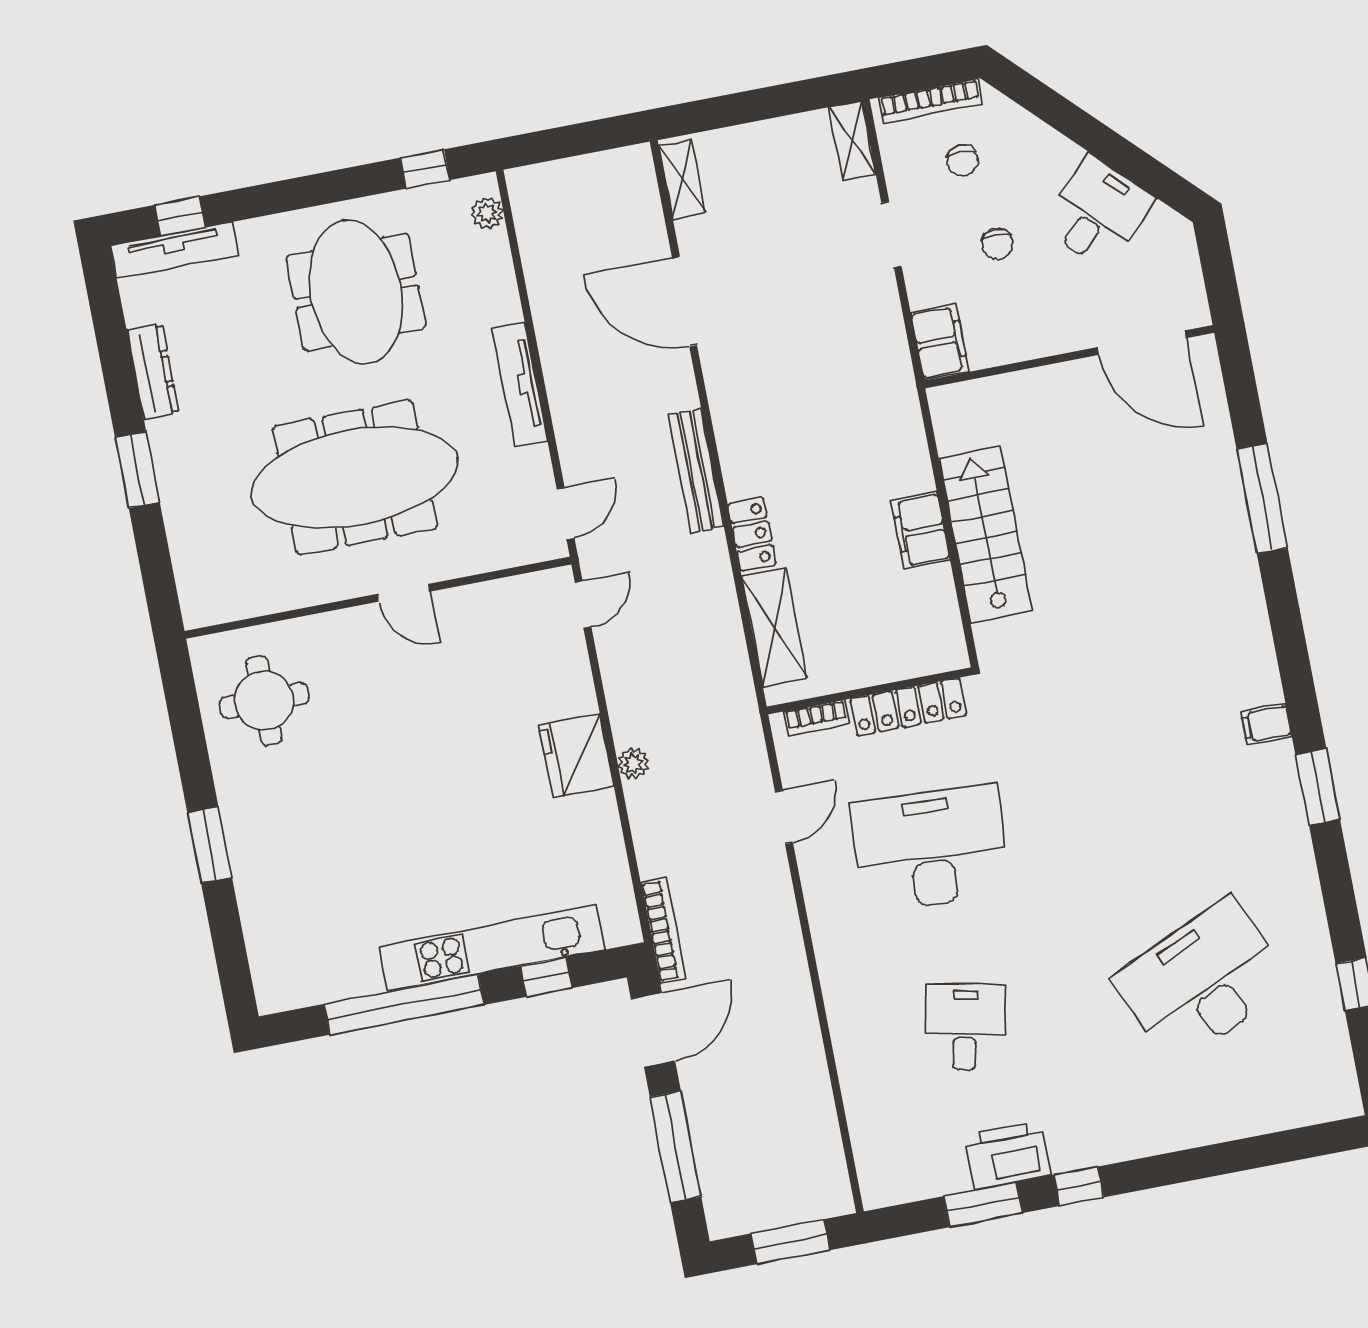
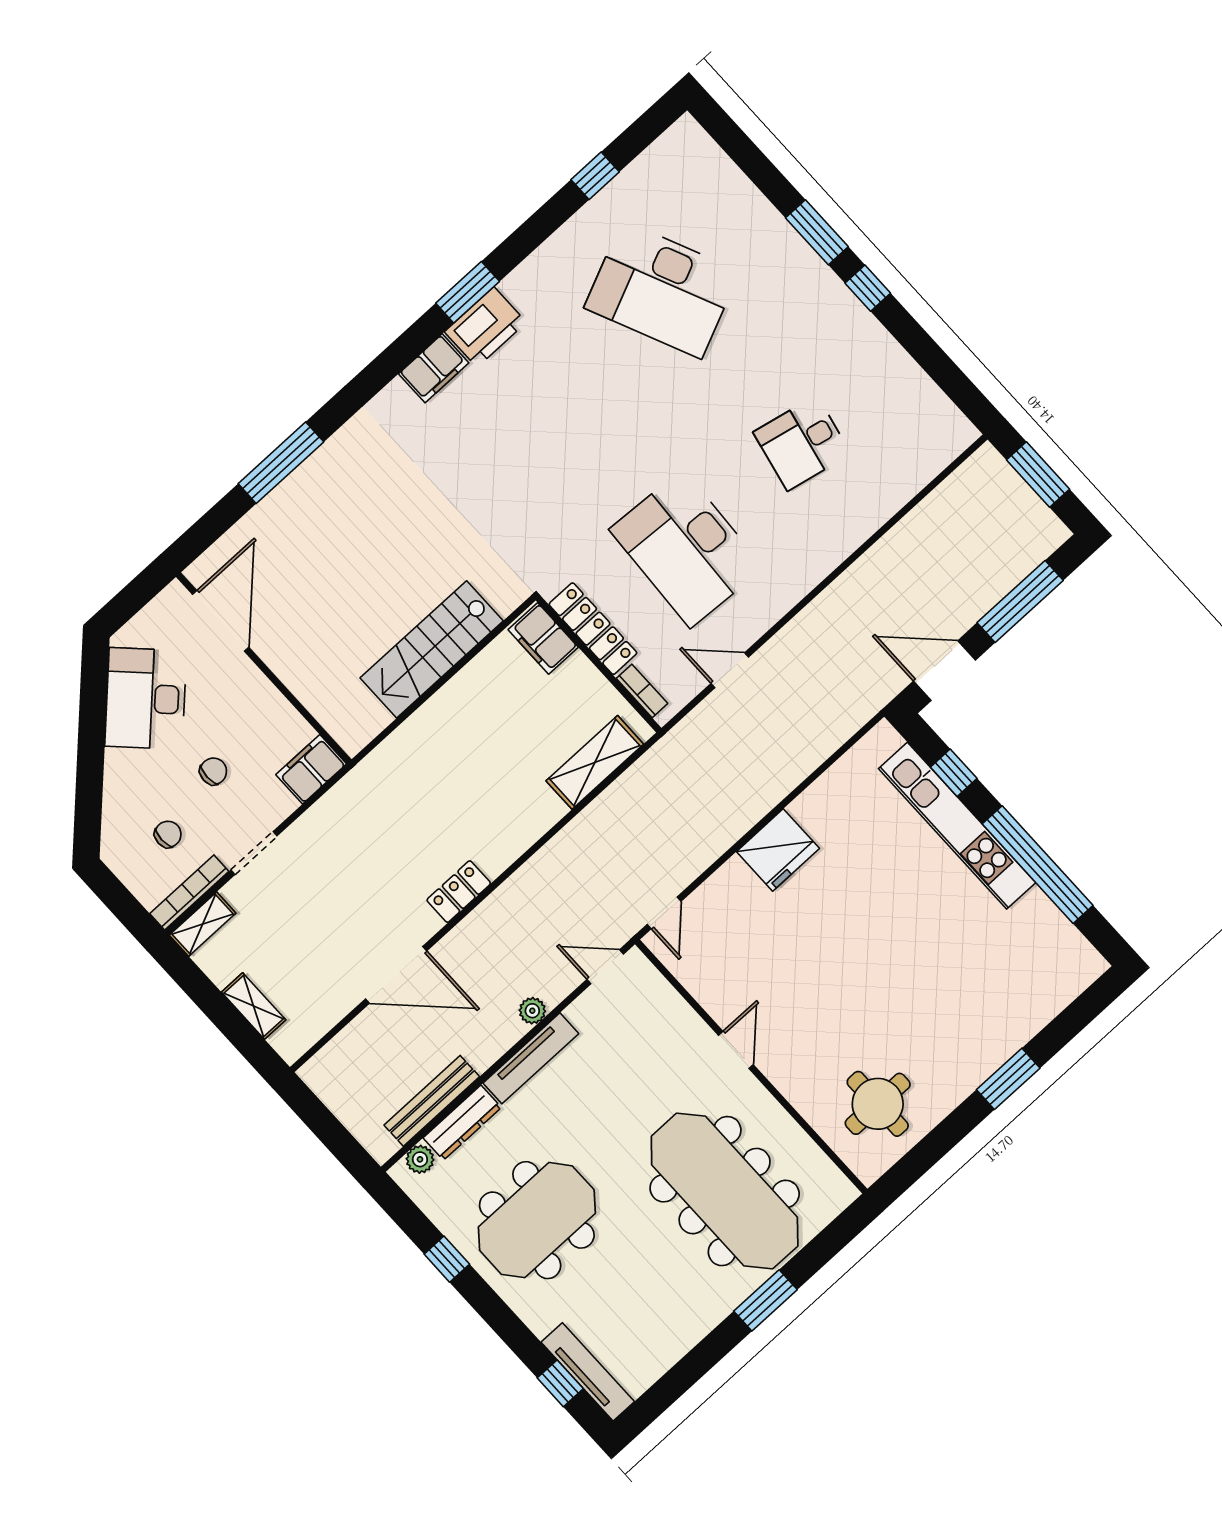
bookcase: (930, 101) -> (189, 892), moved, turned -90
window: (425, 169) -> (447, 1259), moved
shelving: (682, 179) -> (254, 1006), moved, turned 90
desk: (1098, 212) -> (146, 699), width x1.37
door: (685, 301) -> (396, 975), hinge flipped
dresser: (153, 372) -> (462, 1123), moved, turned 180
bench: (696, 471) -> (432, 1101), moved
meeting table: (355, 477) -> (725, 1191), moved
filing cabinet: (921, 530) -> (543, 638), moved, turned 90
locker: (752, 534) -> (459, 892), moved
door: (583, 605) -> (664, 913), swing flipped
filing cabinet: (1266, 724) -> (434, 368), width x2.00
plant: (633, 763) -> (532, 1011), moved
bookcase: (663, 931) -> (867, 708), removed
printer: (1008, 1155) -> (485, 327), moved, turned -90
window: (983, 1205) -> (817, 232), moved

